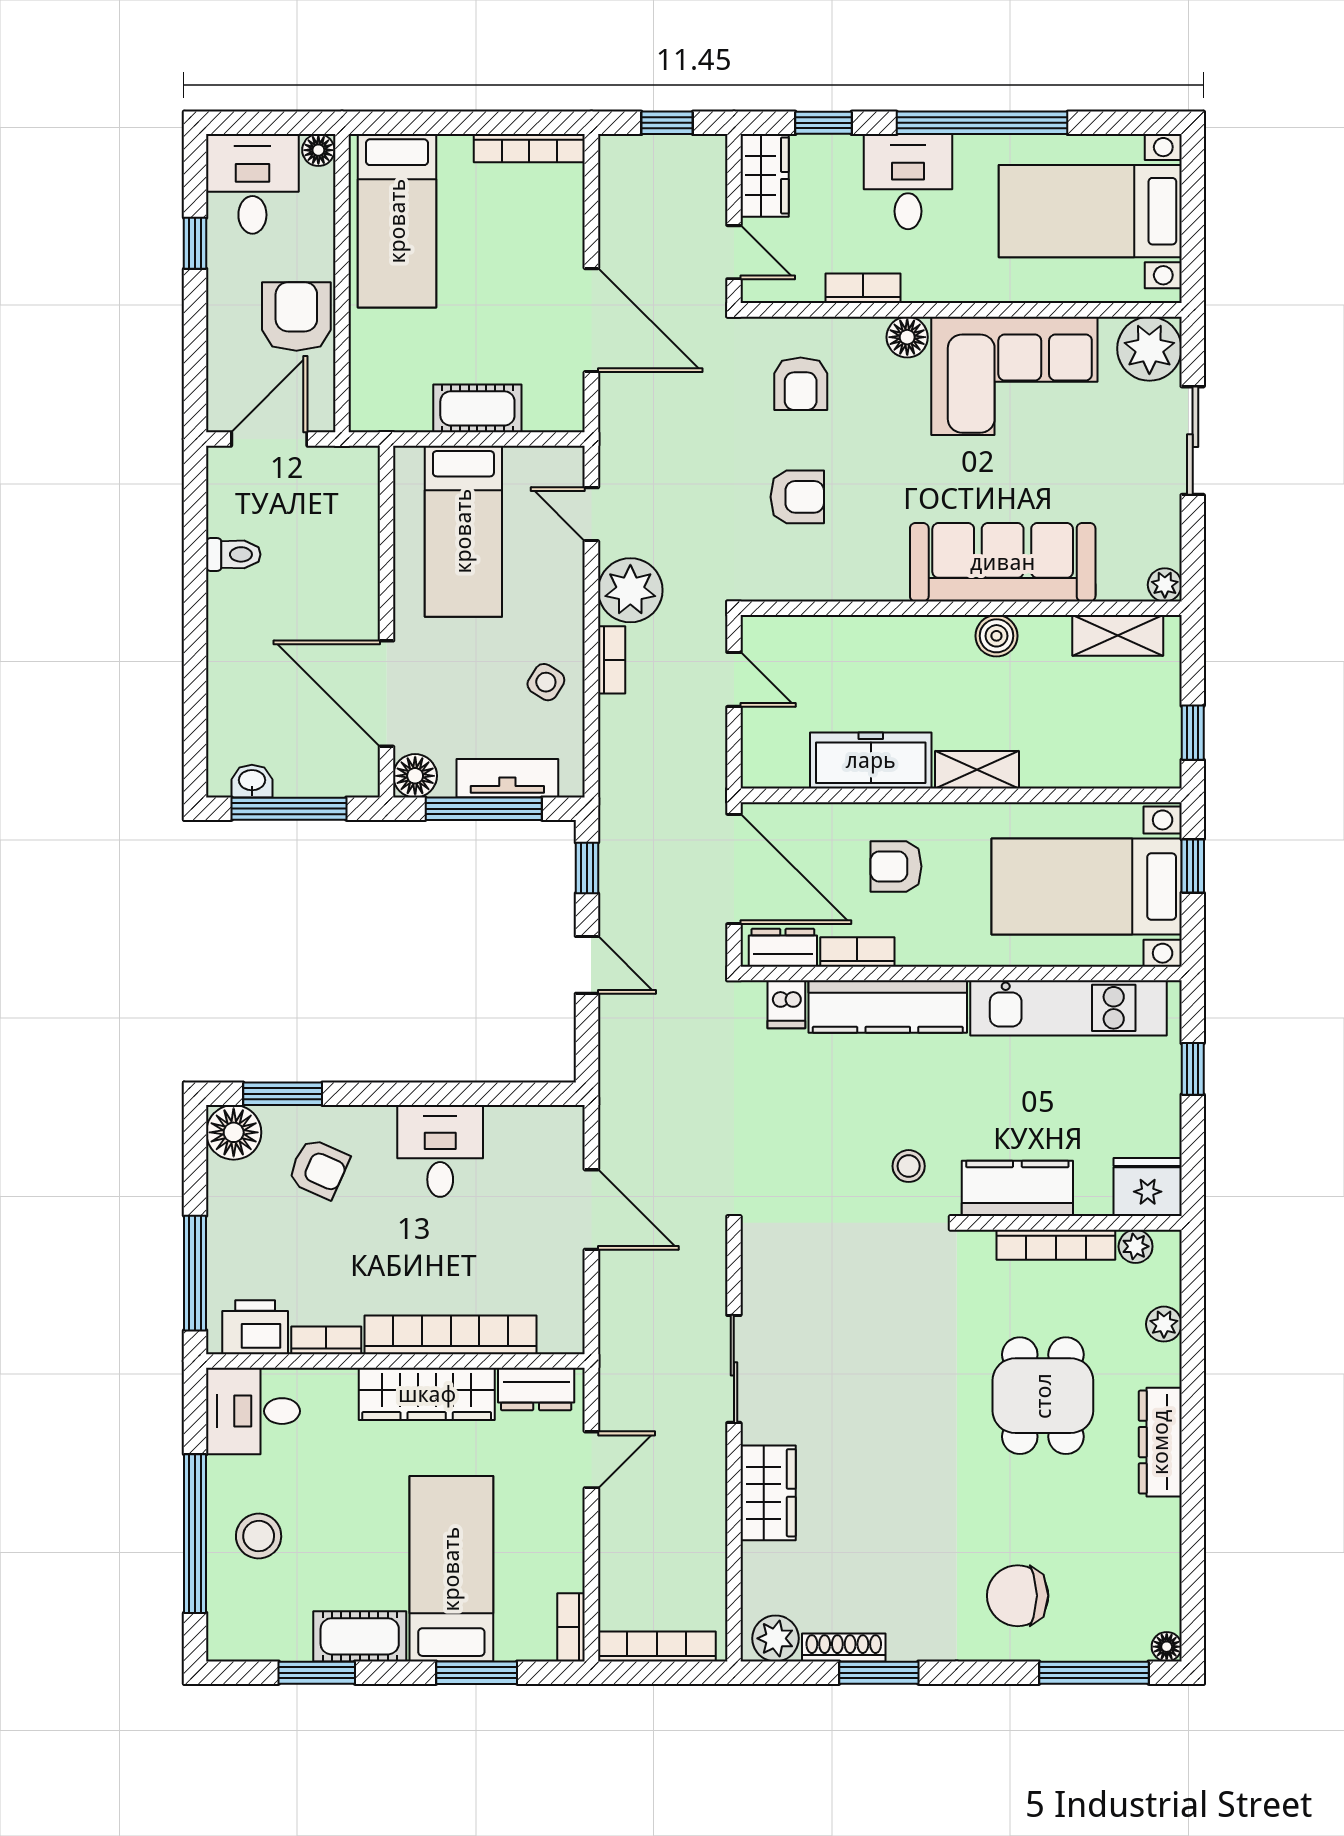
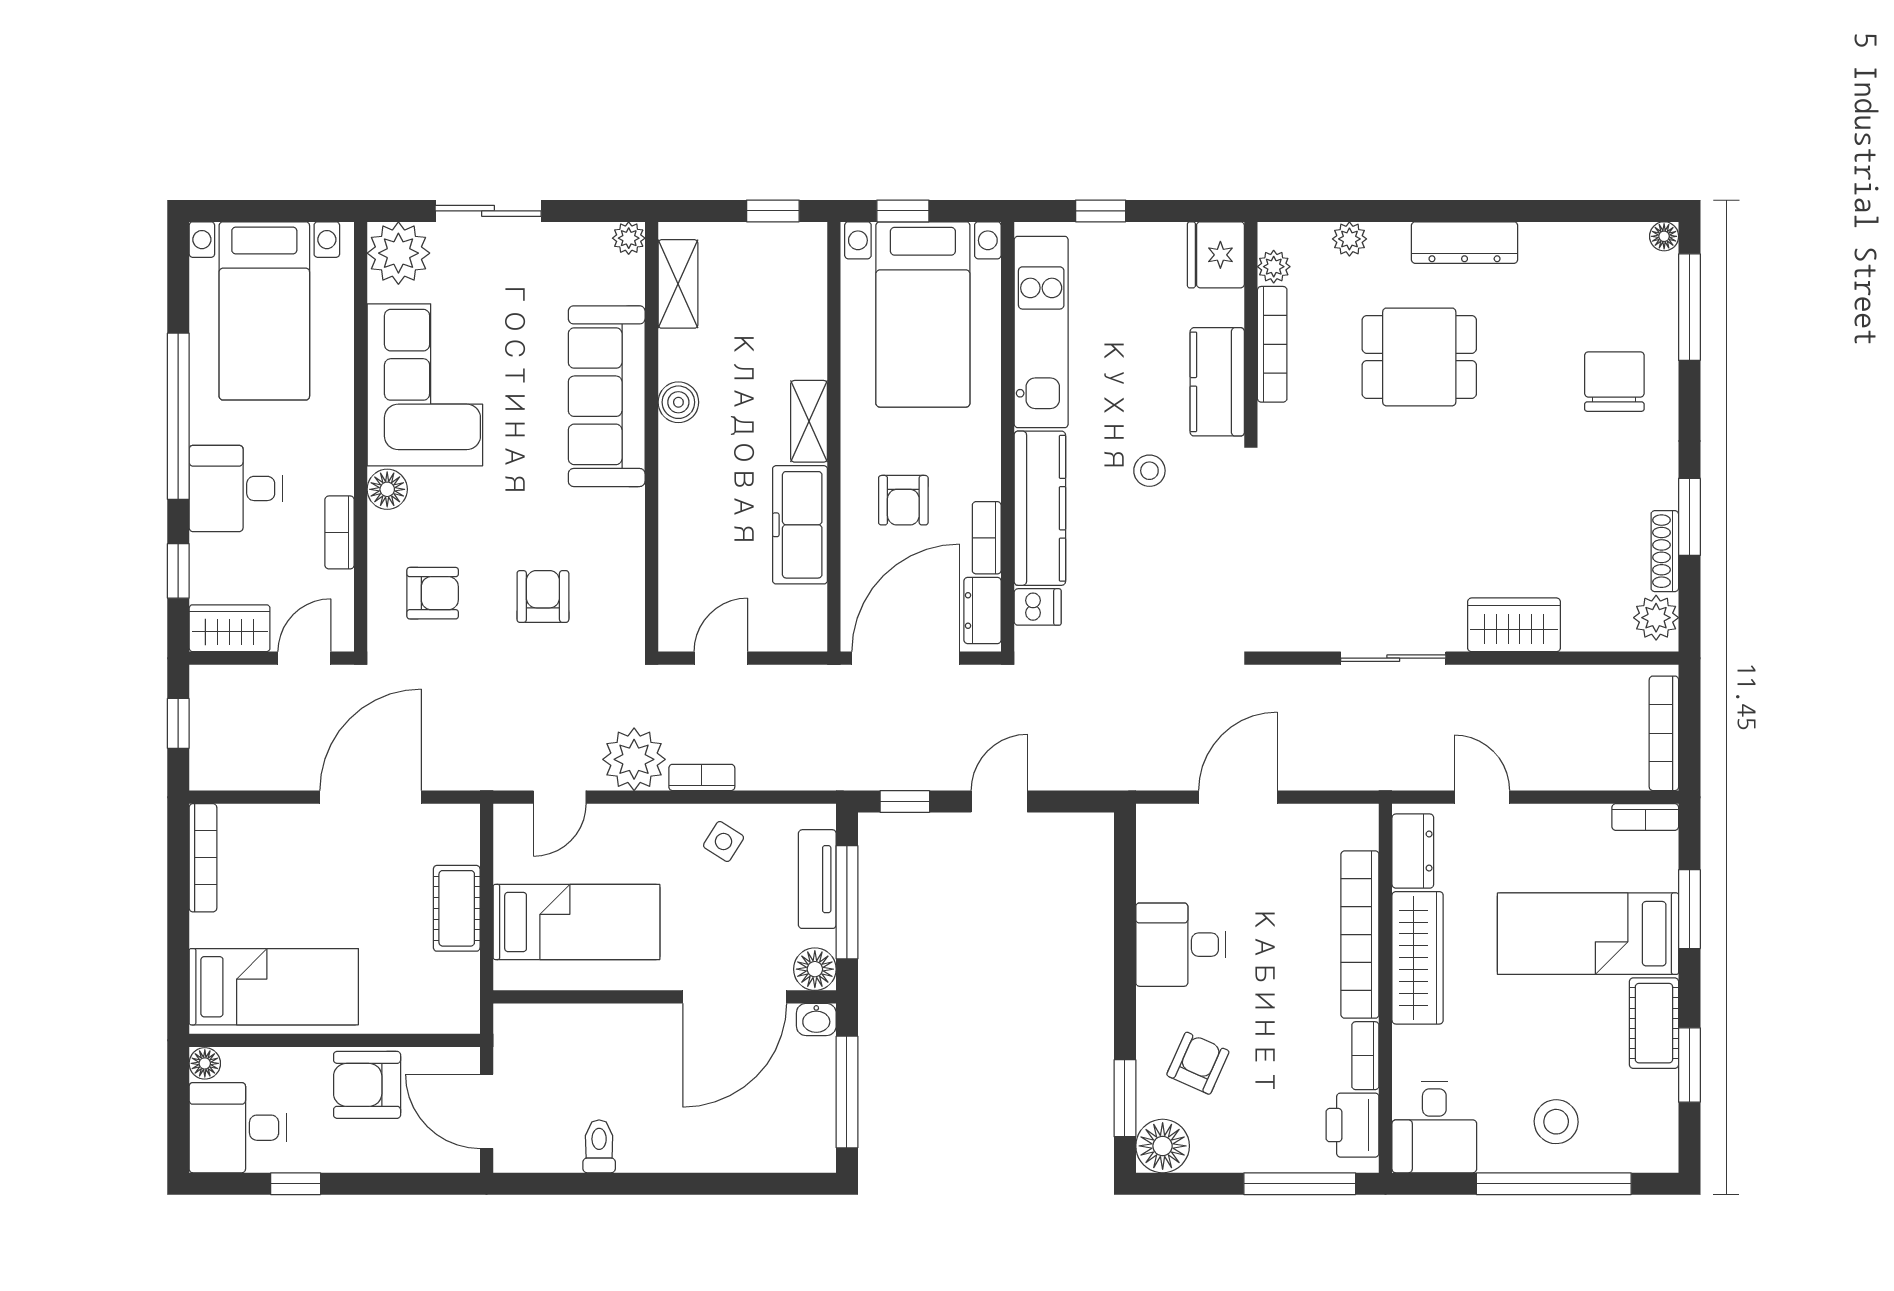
washbasin: (252, 781) -> (816, 1019), moved, turned -90
stool: (909, 1166) -> (1149, 471), moved
chair: (1018, 1596) -> (1614, 382), turned 180

